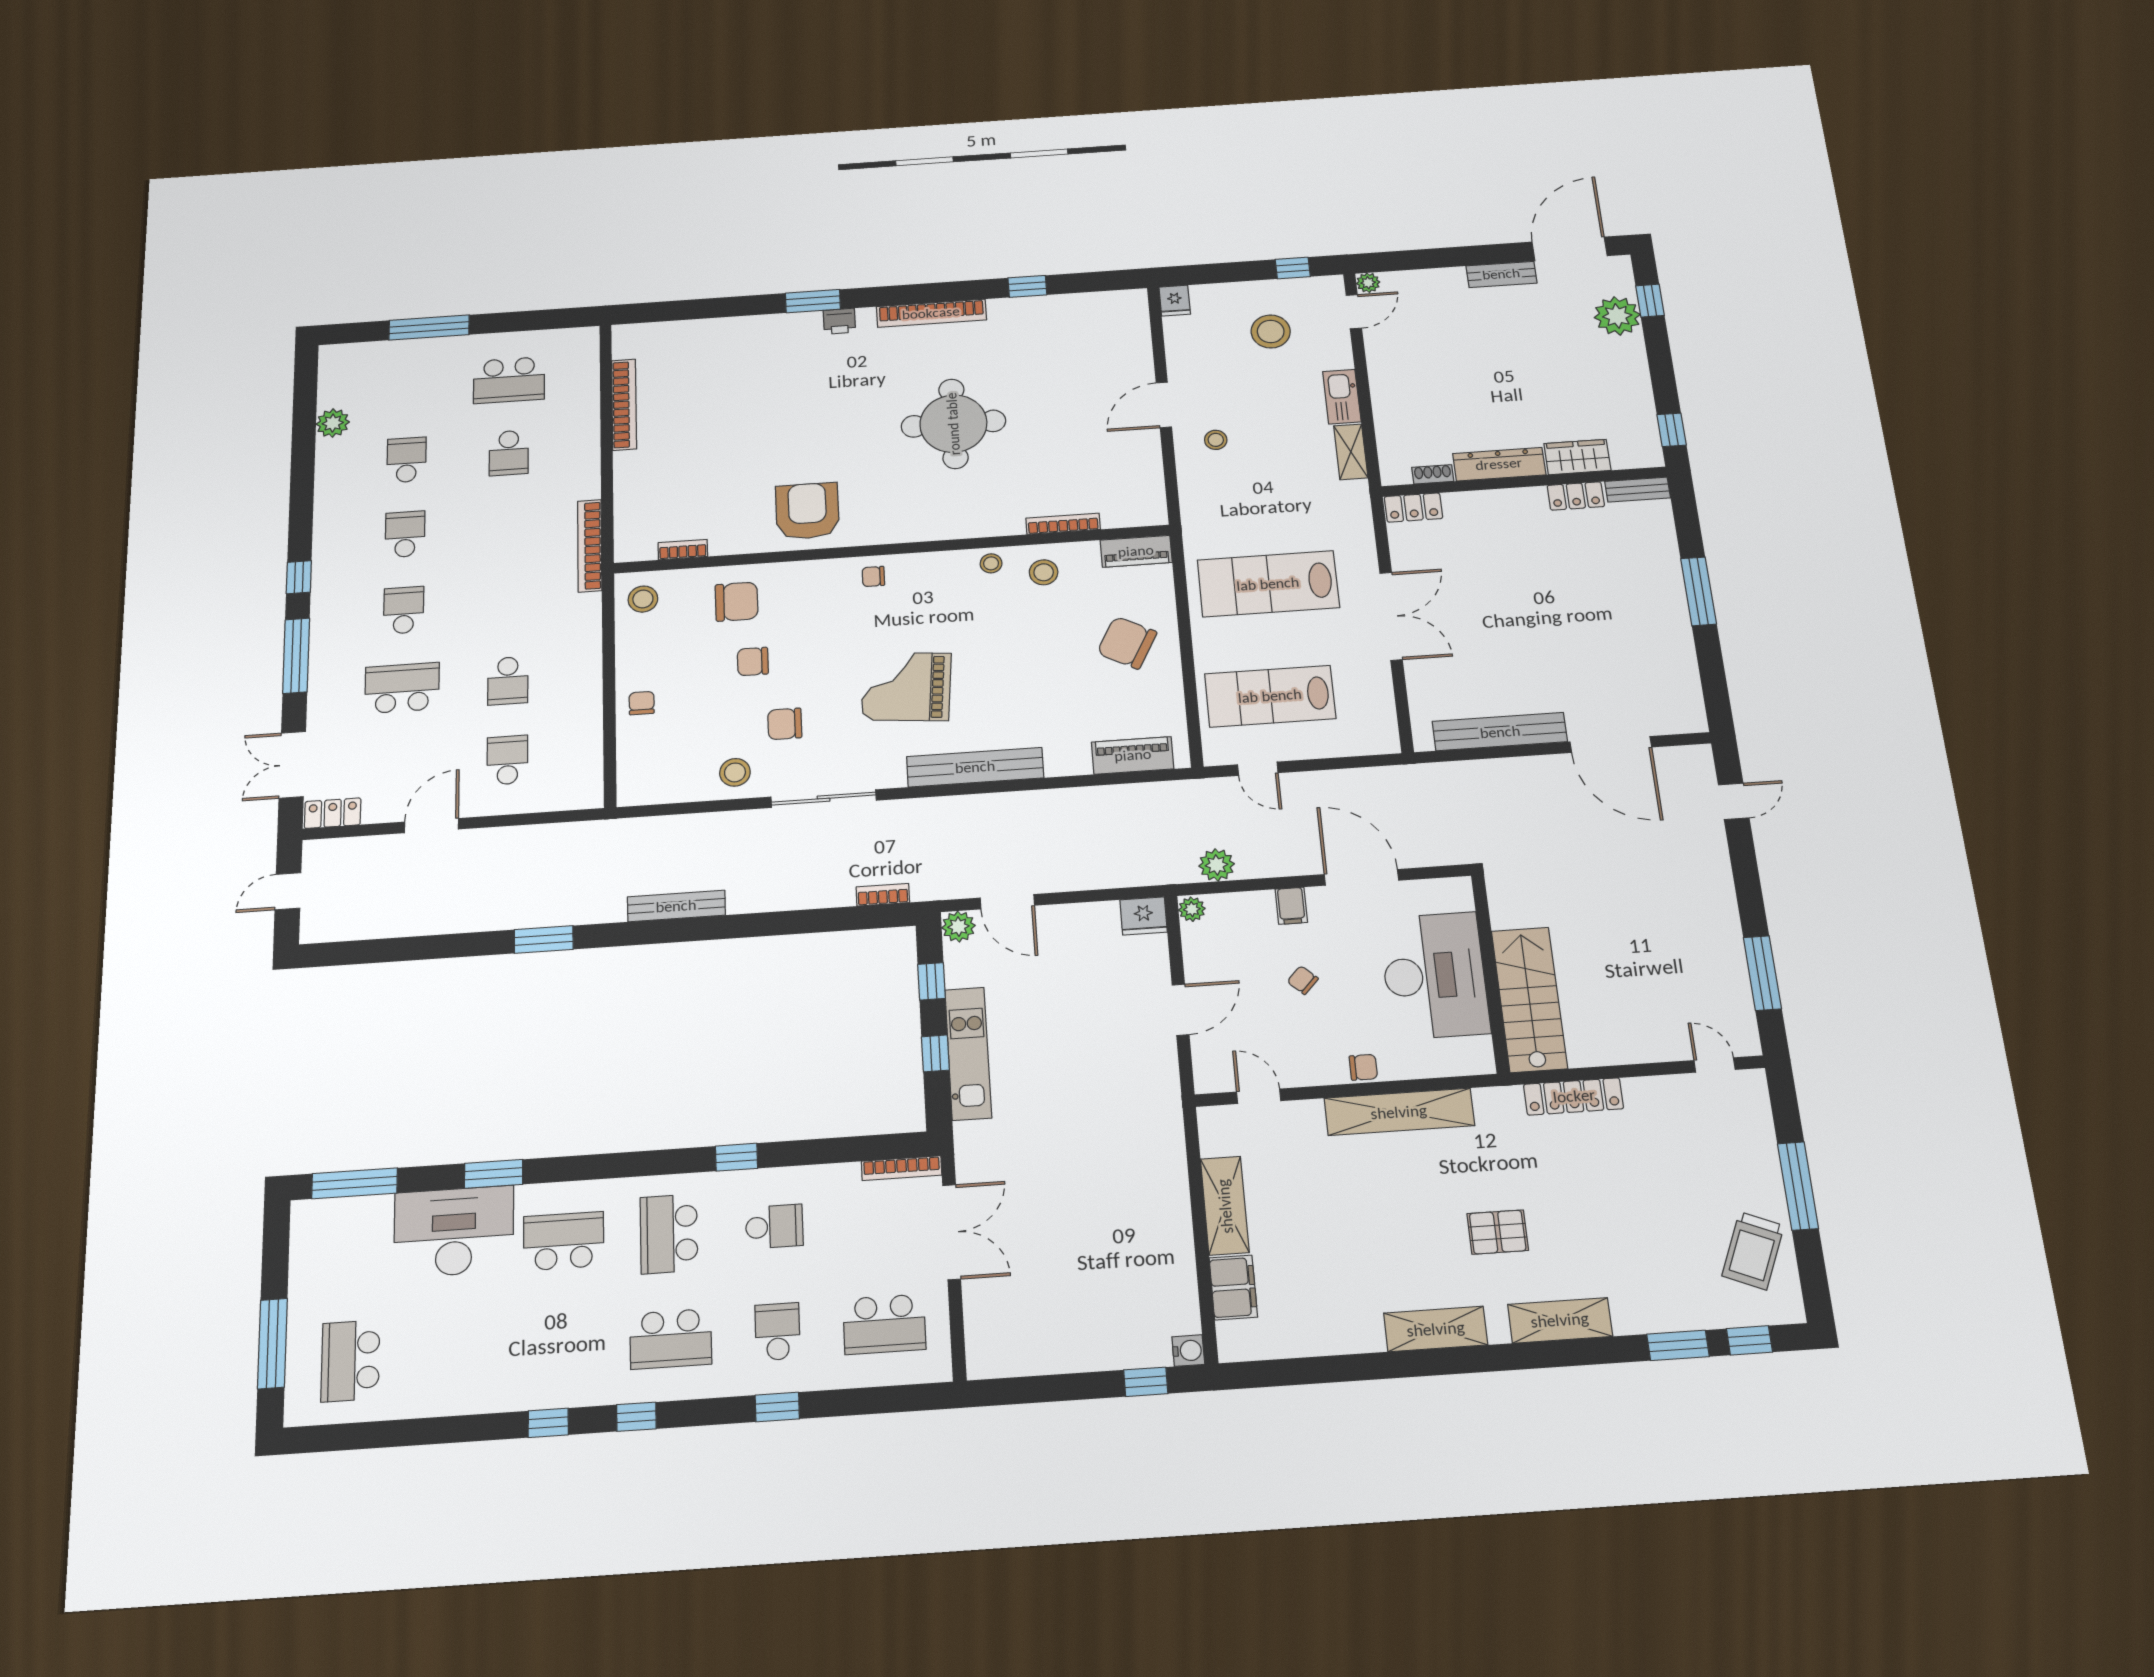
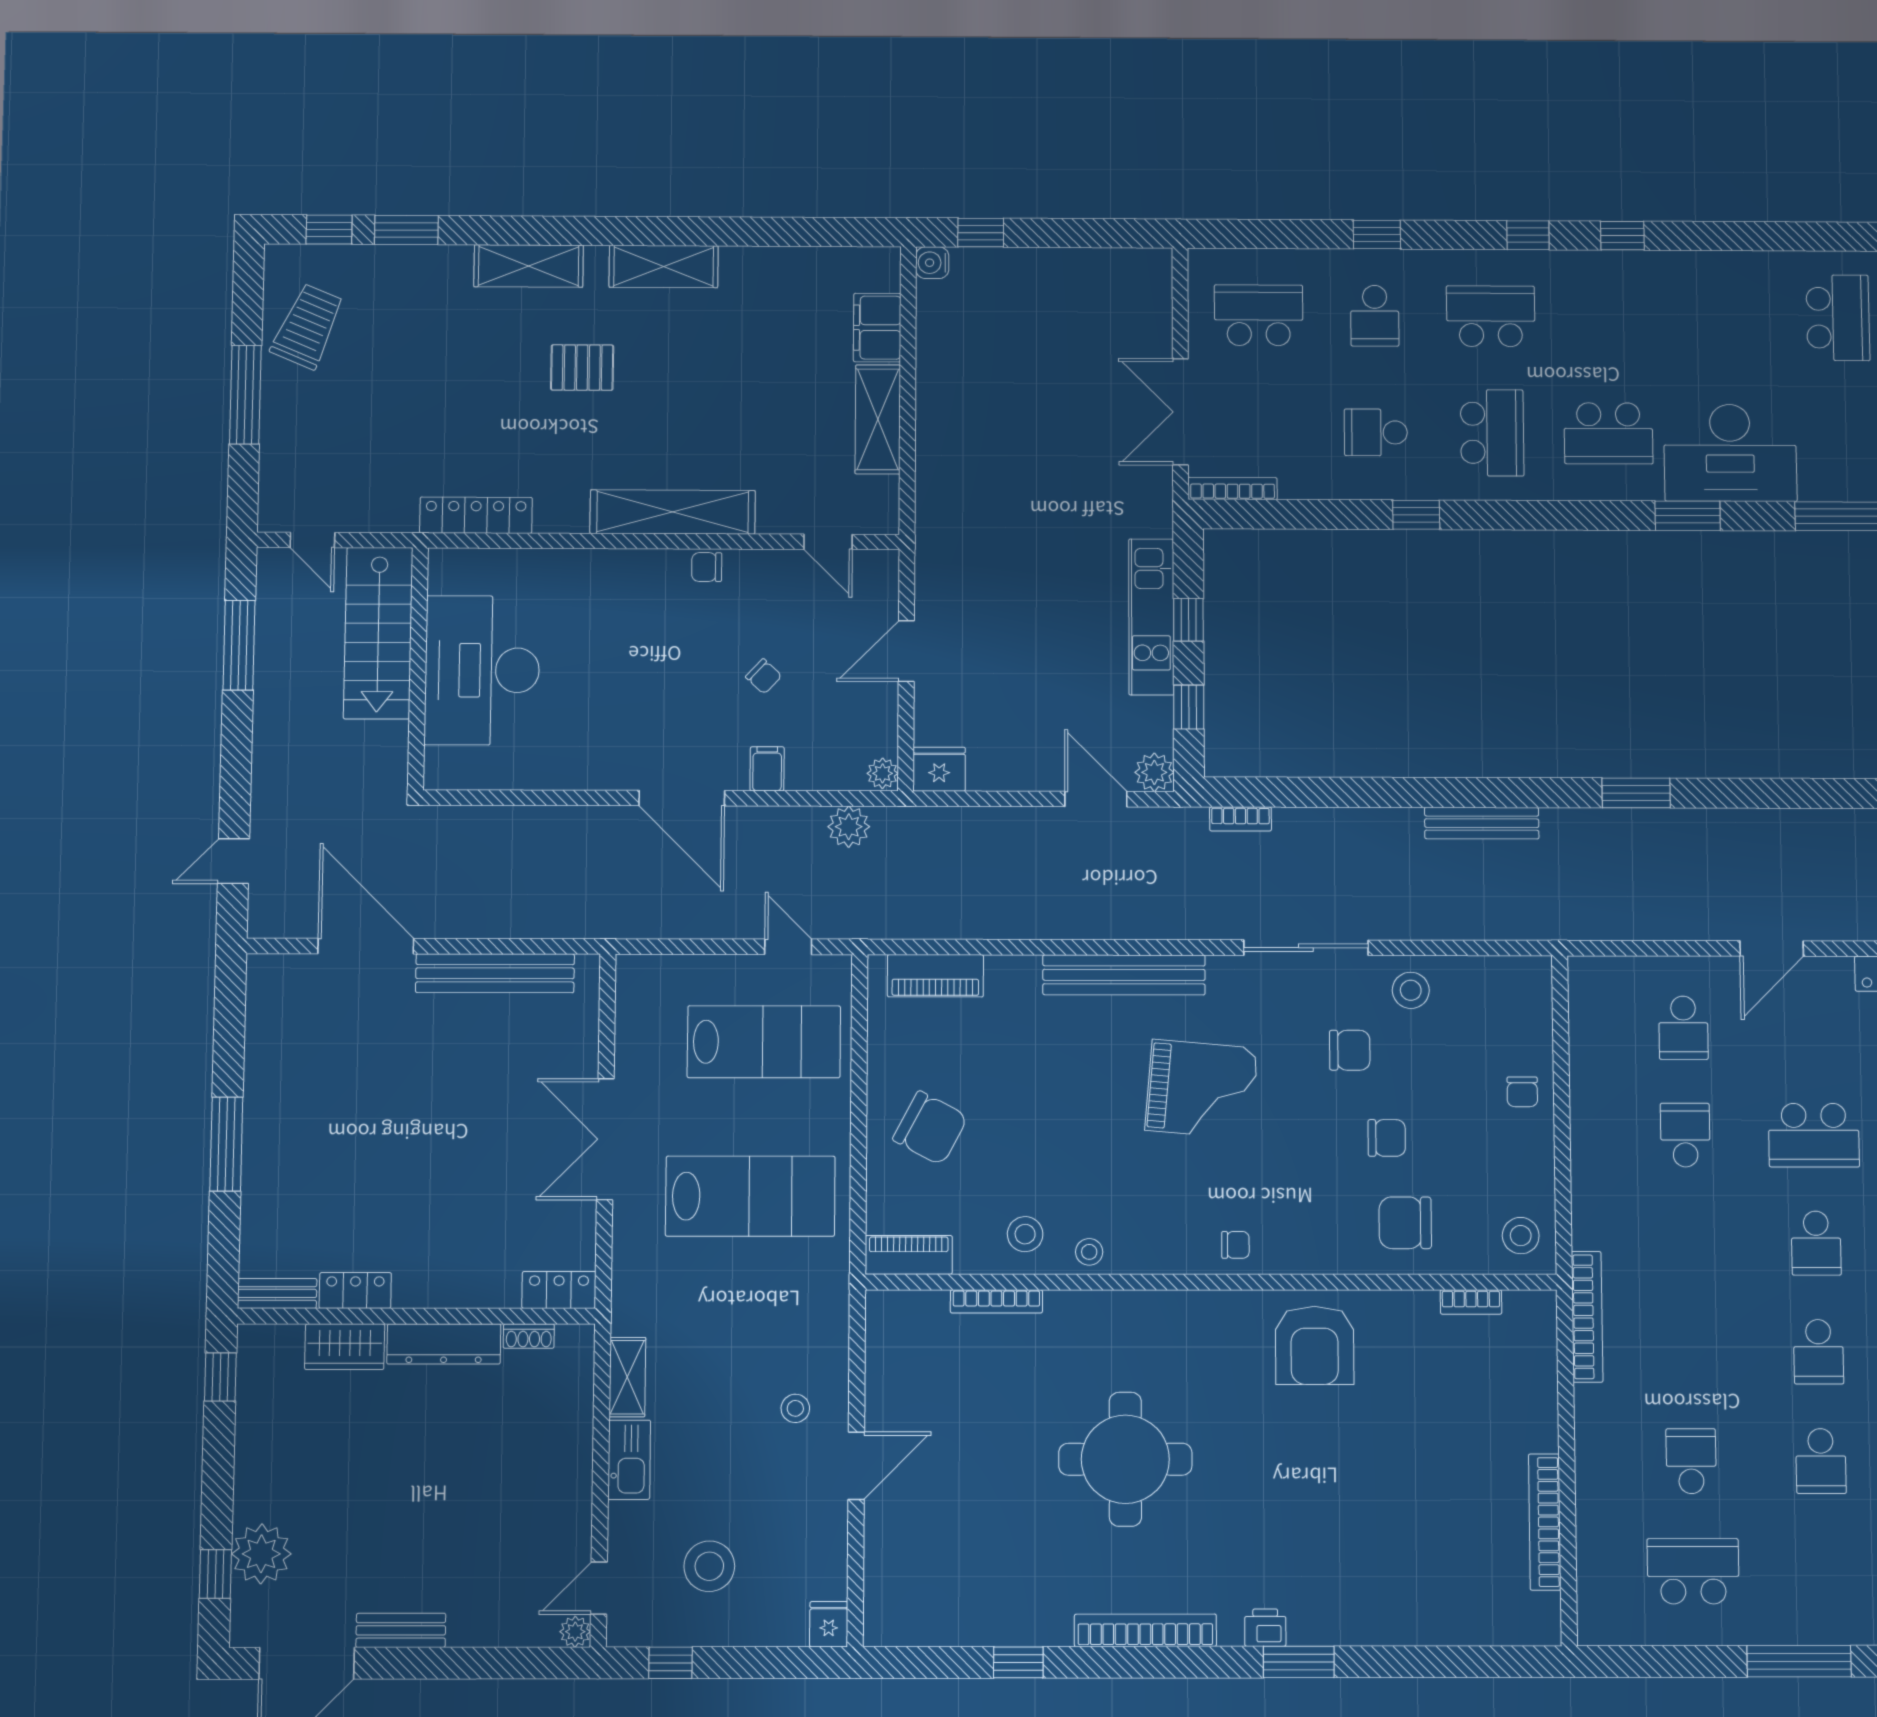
wall: (1490, 973) -> (418, 668), moved
desk: (1434, 975) -> (482, 670), moved
stairs: (1529, 999) -> (378, 633), moved

